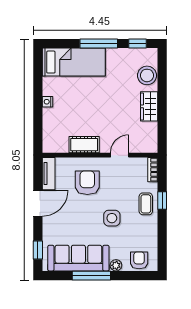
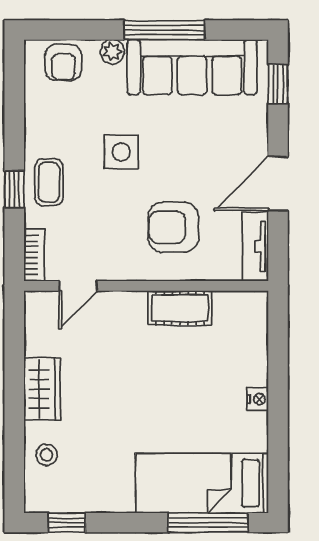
window: (99, 43) -> (208, 523), moved
stool: (147, 75) -> (46, 455), width x0.53, depth x0.53
door: (120, 155) -> (78, 286), moved
armchair: (87, 183) -> (173, 227), turned 90

